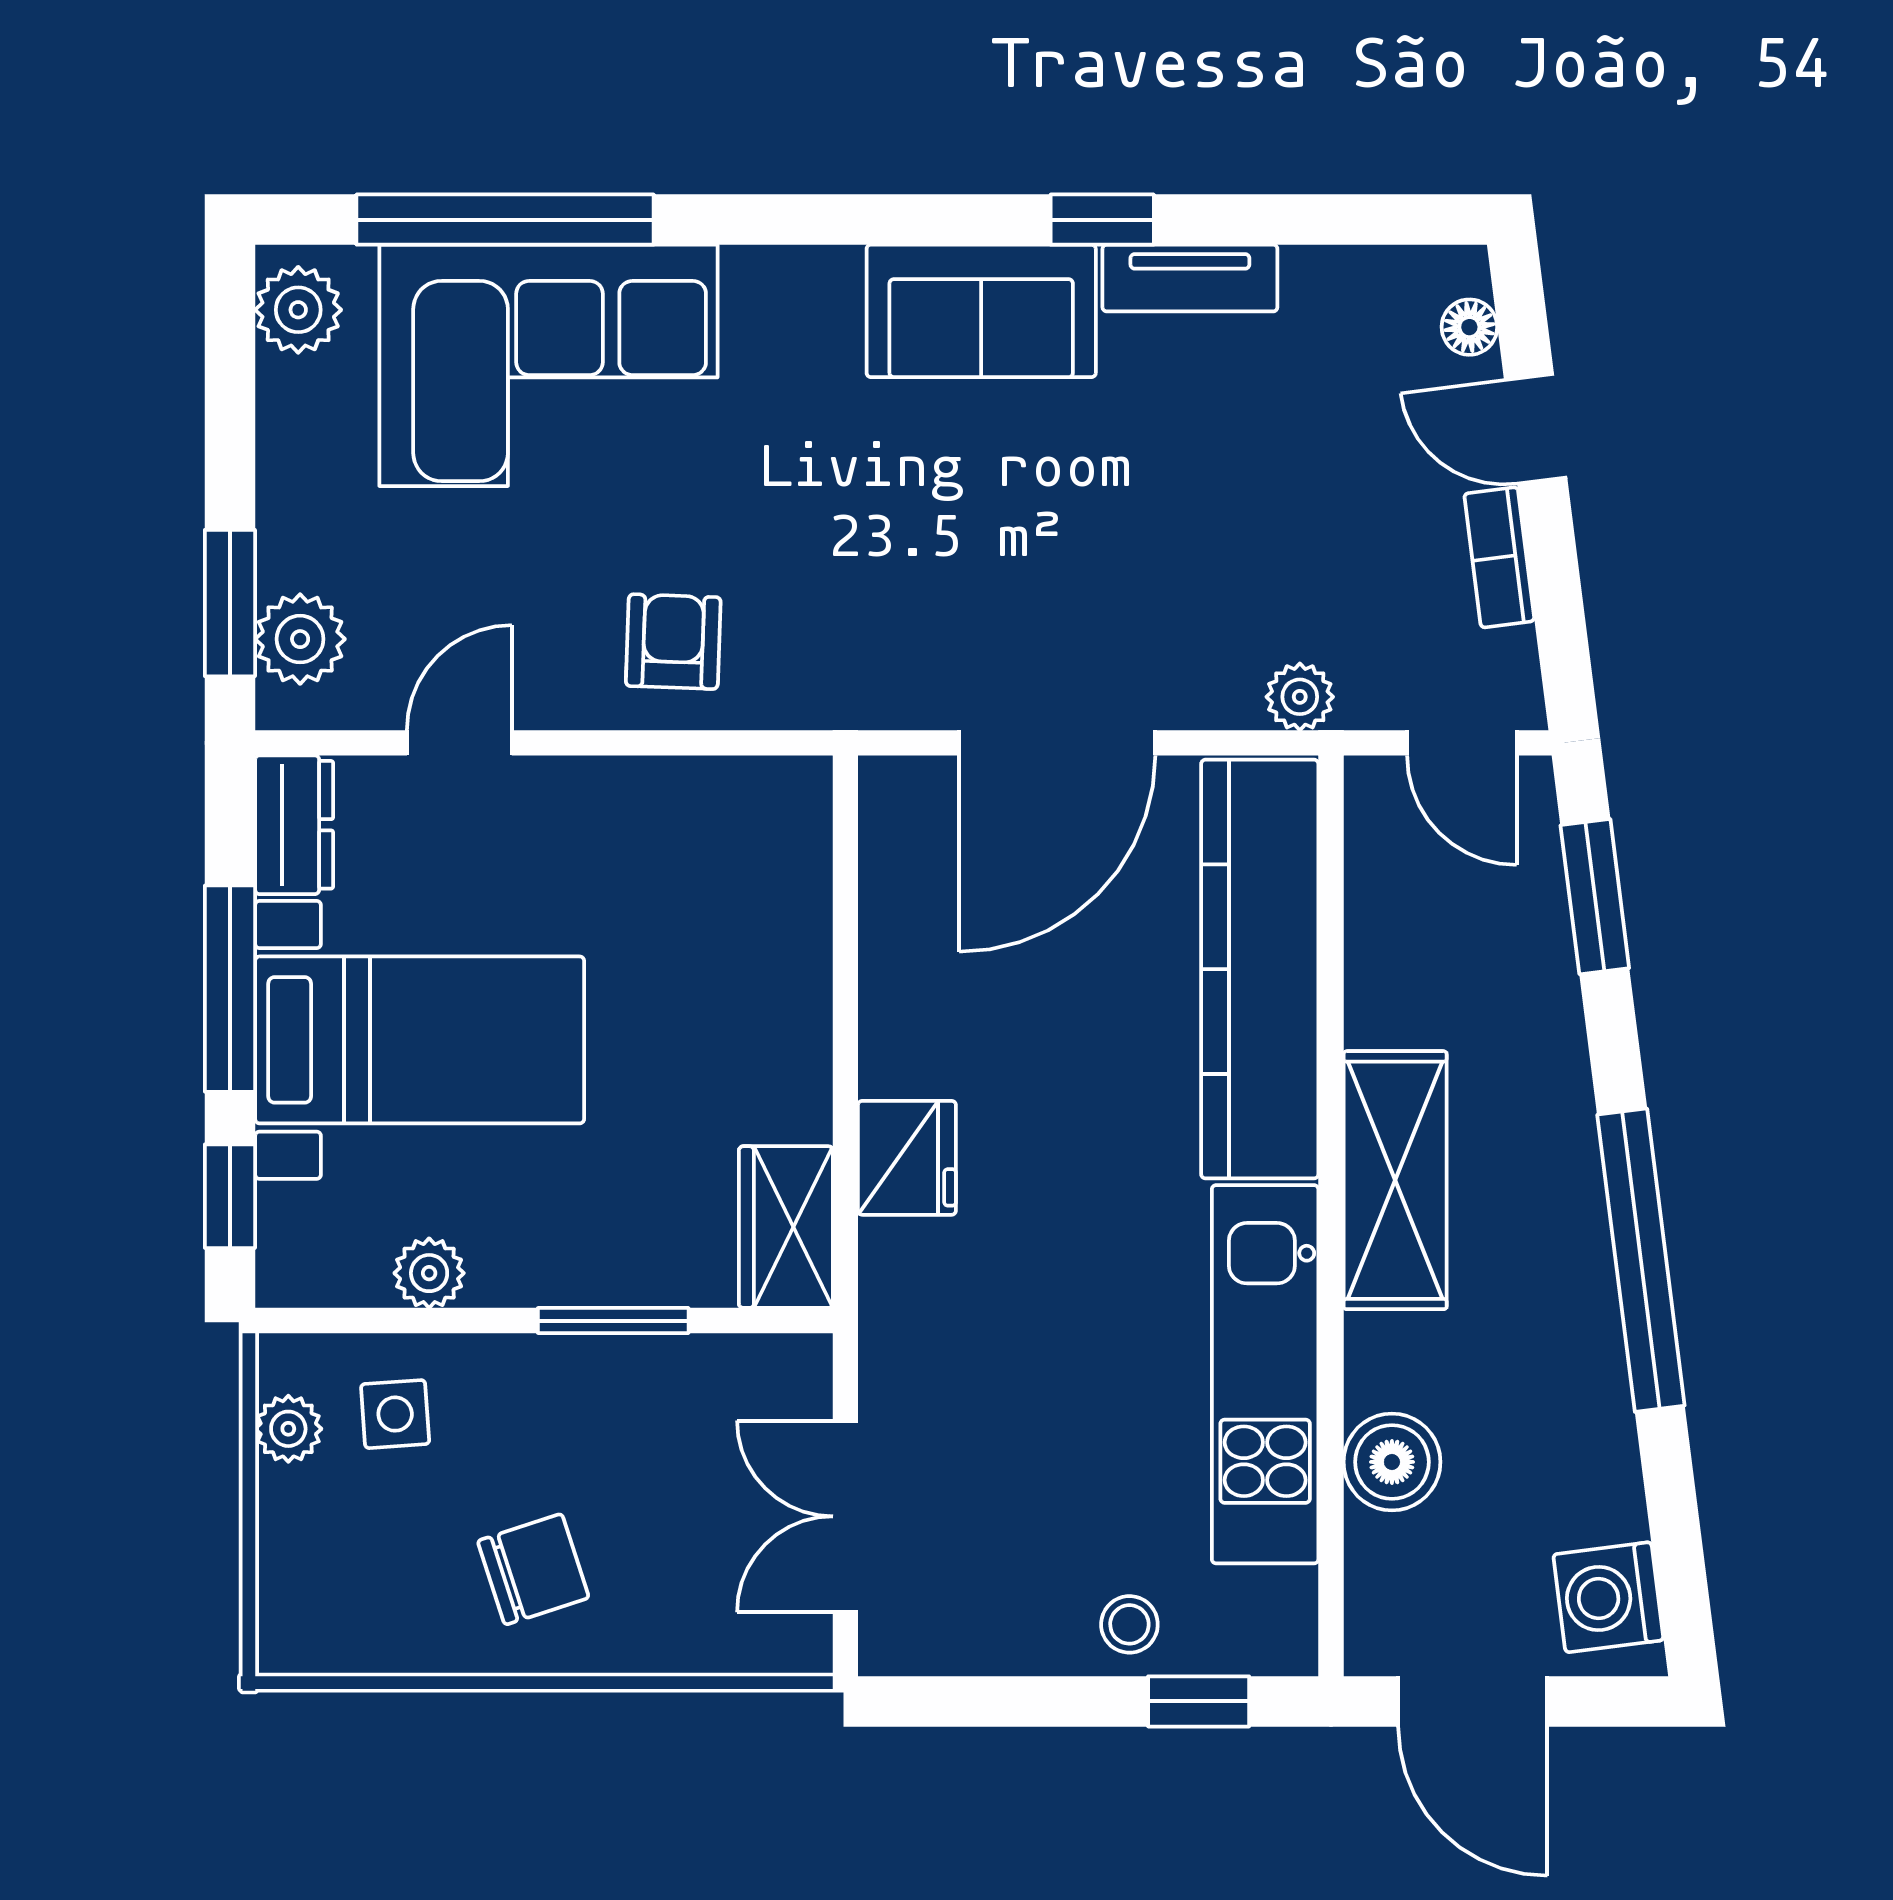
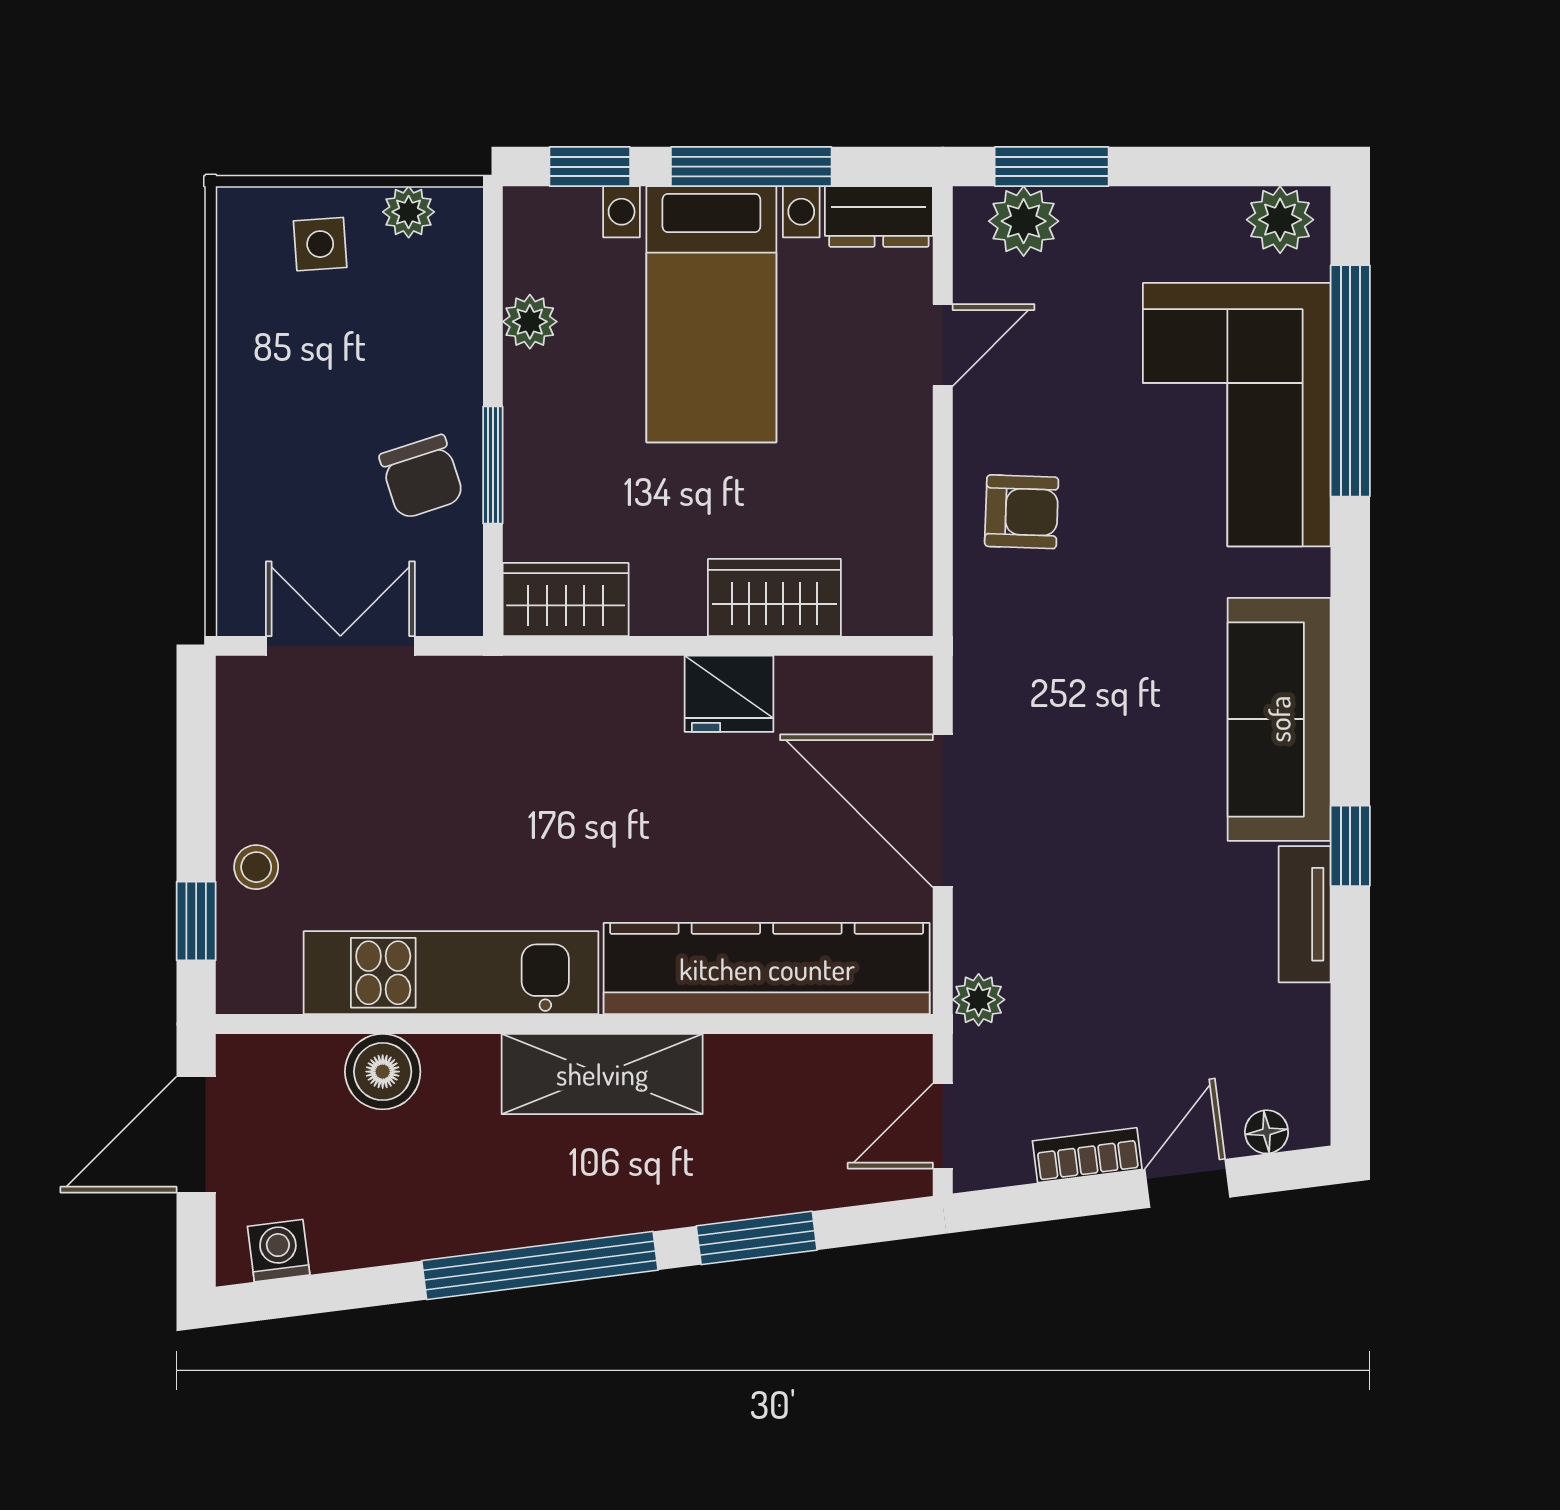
sofa: (981, 311) -> (1279, 719), width x1.36
door: (459, 743) -> (943, 345), hinge flipped
window: (1595, 897) -> (757, 1238), moved
wardrobe: (783, 959) -> (774, 598), added
fridge: (907, 1158) -> (729, 694), moved
side table: (395, 1414) -> (320, 244), moved
chair: (533, 1569) -> (422, 477), moved
washing machine: (1608, 1597) -> (279, 1251), width x0.73, depth x0.73

